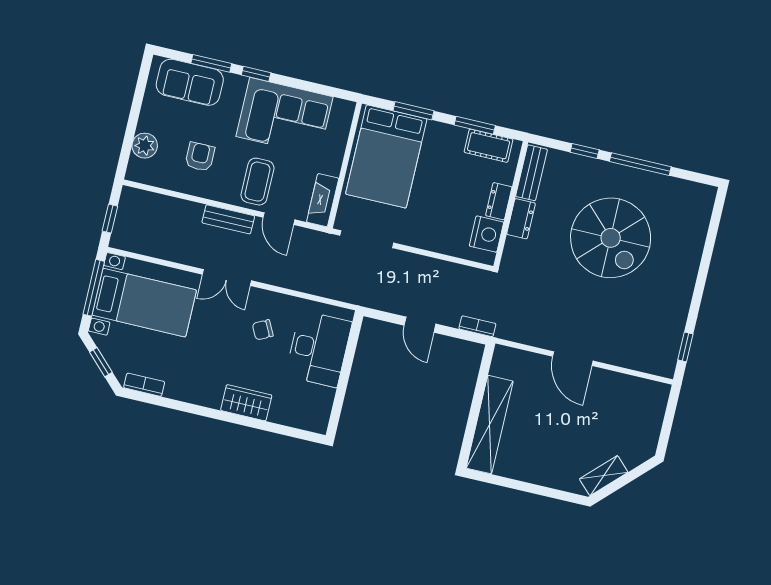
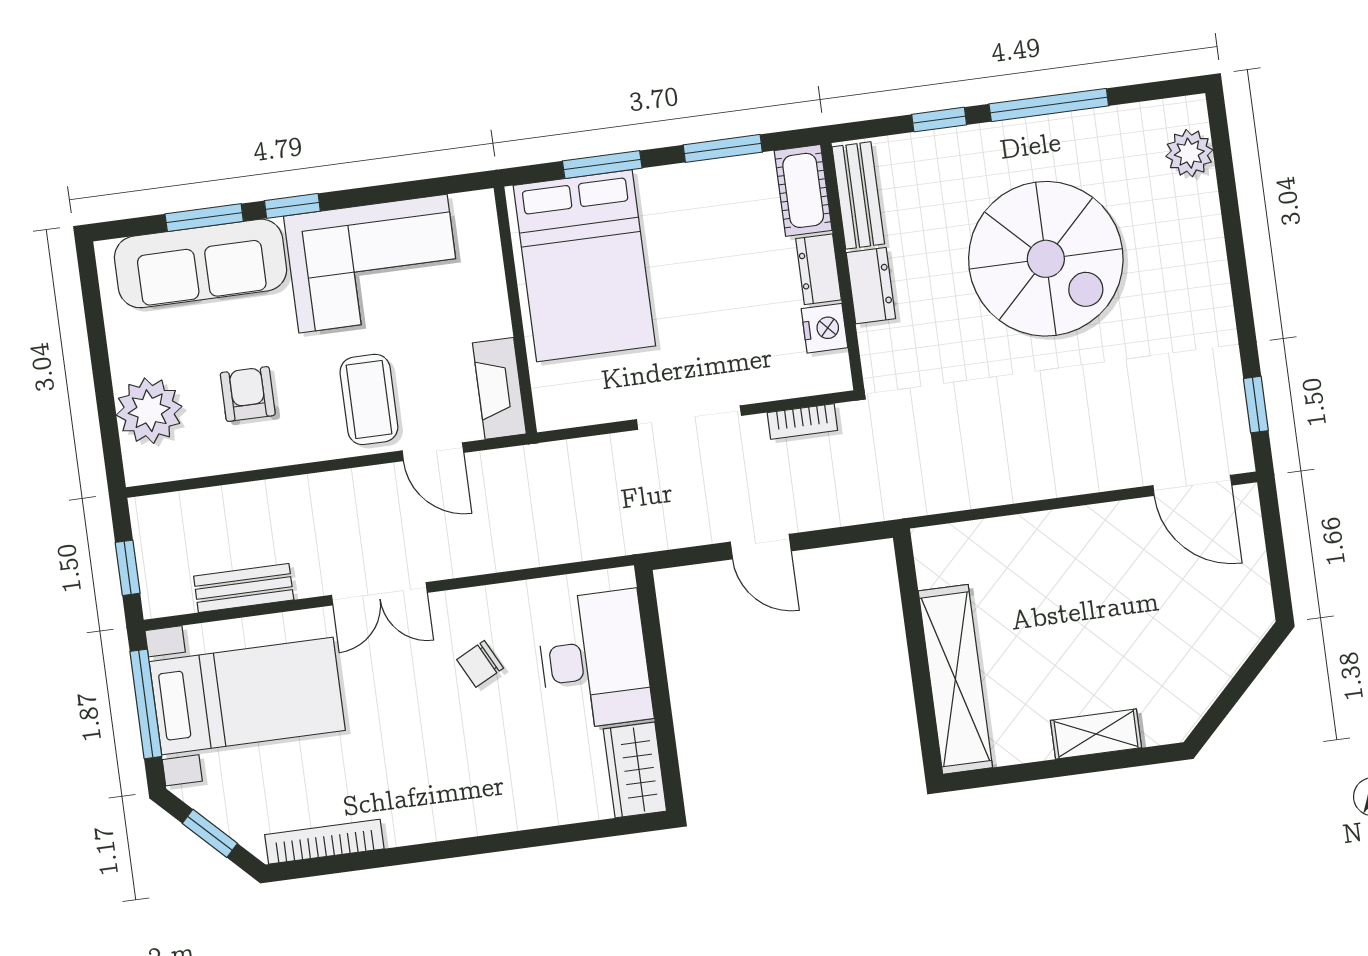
sofa: (190, 82) -> (201, 263), width x1.36
plant: (145, 146) -> (149, 411), width x1.36, depth x1.36
cot: (489, 146) -> (803, 190), moved, turned 90
plant: (699, 213) -> (1189, 153), added
bench: (228, 219) -> (244, 588), moved
nightstand: (486, 234) -> (824, 328), width x0.74, depth x0.75
doorway: (367, 239) -> (689, 418), moved
bookcase: (477, 326) -> (802, 421), moved, turned 180
door: (573, 359) -> (1192, 485), moved
bookcase: (144, 385) -> (324, 842), width x1.56
wardrobe: (246, 403) -> (635, 770), moved, turned -90
shelving: (604, 476) -> (1096, 734), moved, turned 45

